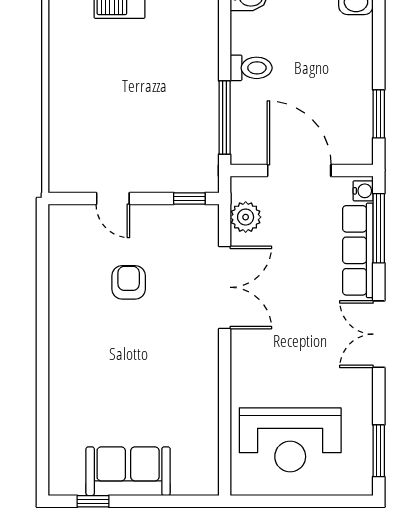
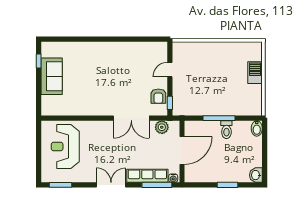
window: (379, 114) -> (228, 185), moved
window: (225, 117) -> (219, 118), moved
armchair: (129, 282) -> (158, 96), moved, turned 90

